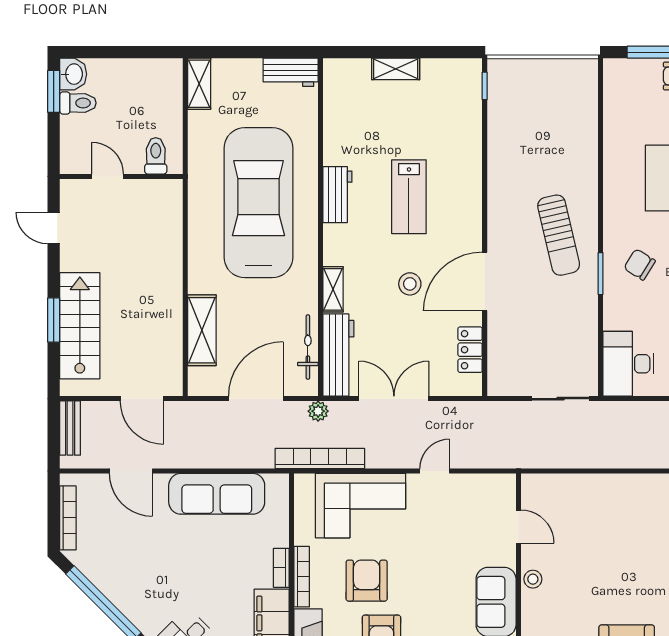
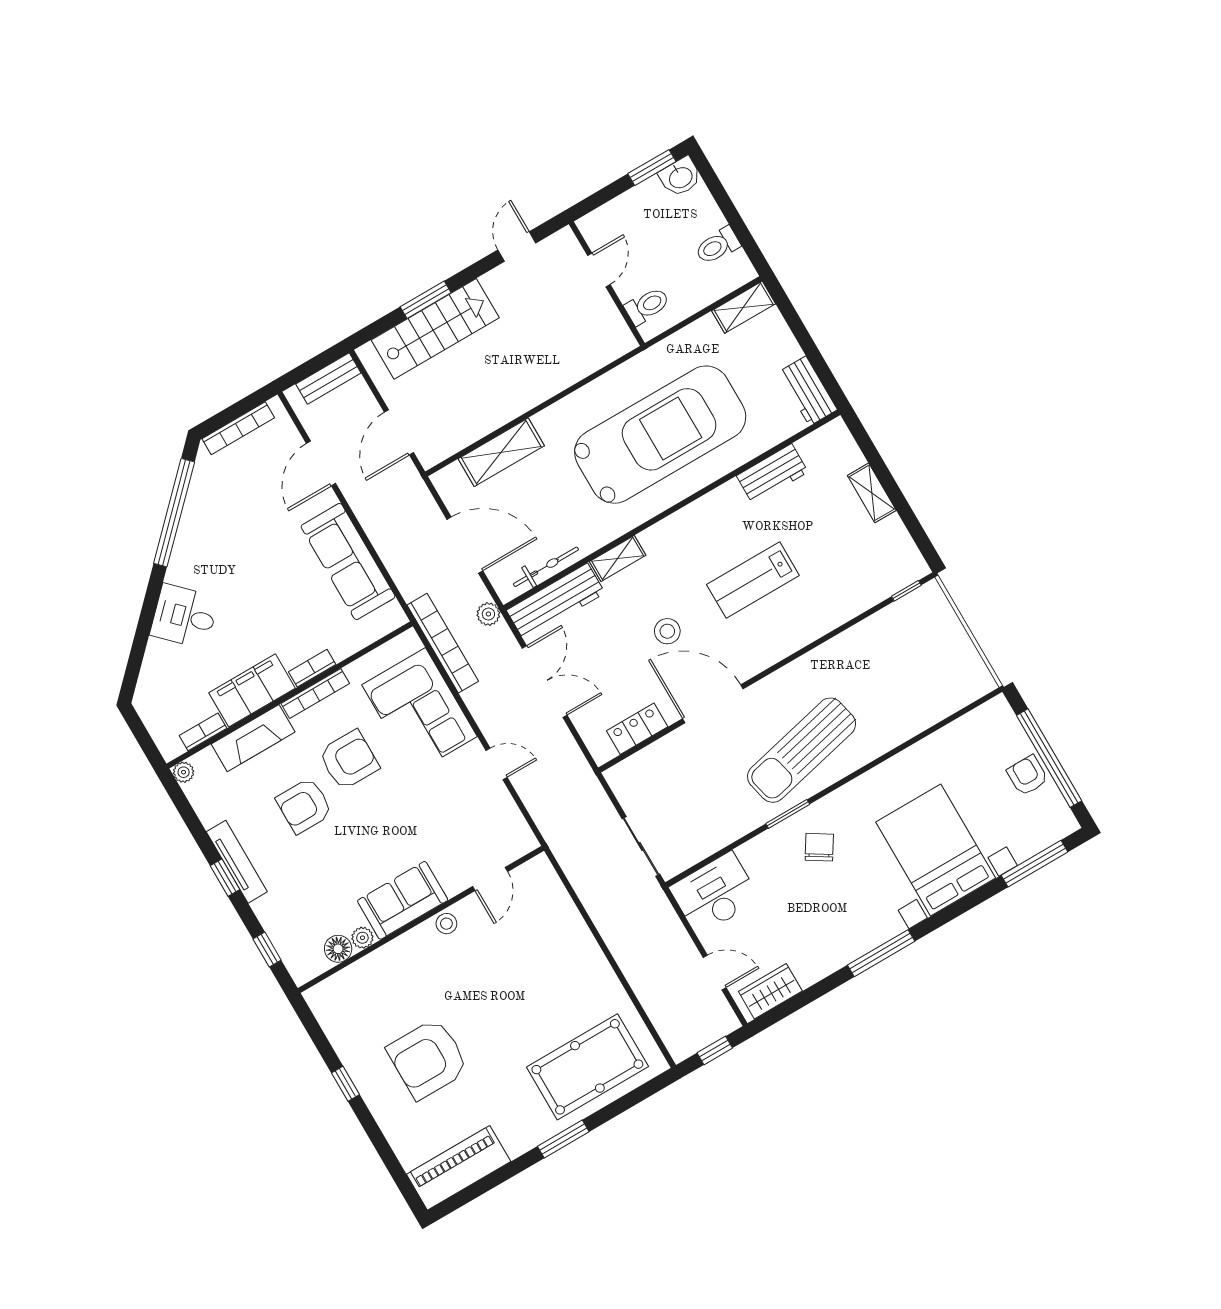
toilet: (78, 103) -> (717, 246), moved, turned 90
workbench: (337, 195) -> (772, 474), moved
sun lounger: (559, 235) -> (802, 750), width x1.36, depth x1.34

